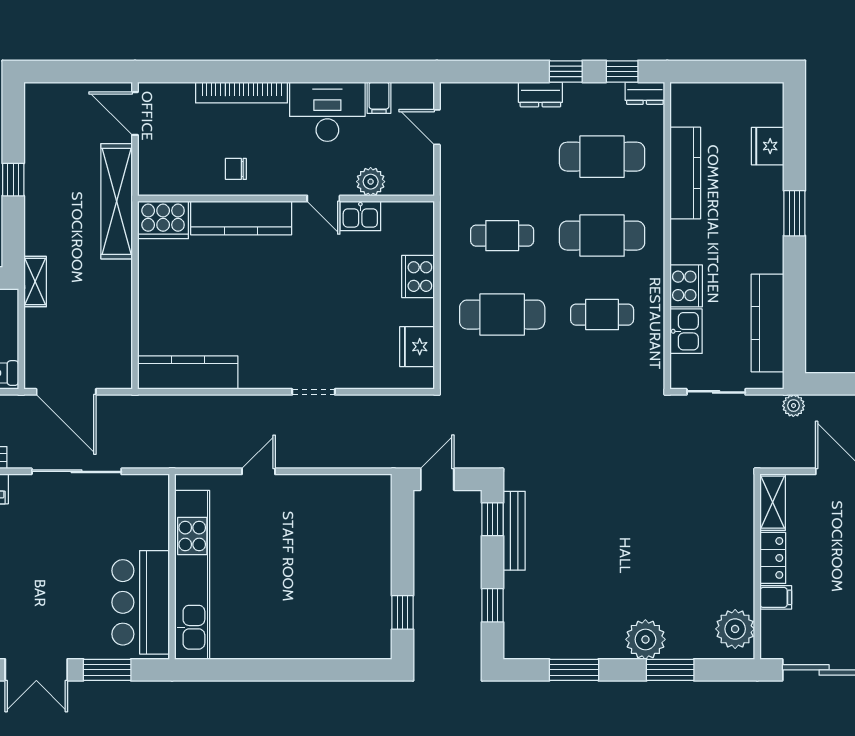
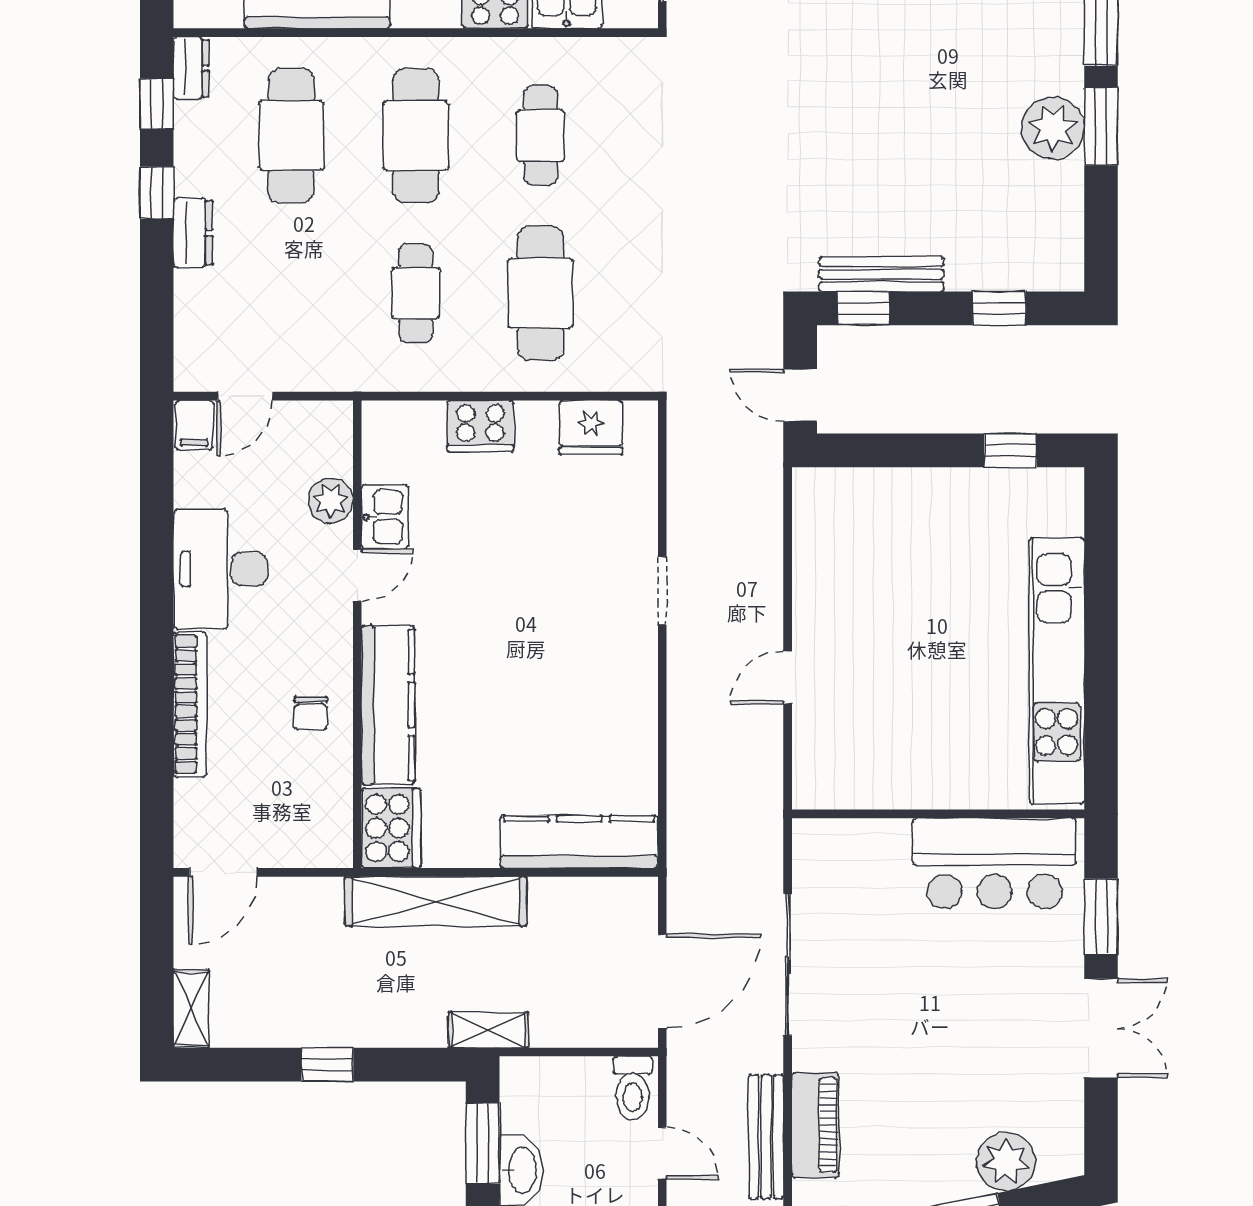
shelving: (49, 93) -> (191, 1009), added
filing cabinet: (379, 98) -> (194, 425), moved, turned 90
shelving: (117, 201) -> (436, 901), moved
kitchen counter: (188, 372) -> (579, 842), moved, turned 90
door: (259, 471) -> (788, 678), hinge flipped
kitchen unit: (192, 575) -> (1057, 671), moved, turned -90
plant: (645, 639) -> (1053, 128), moved
window: (574, 670) -> (1101, 126), moved

